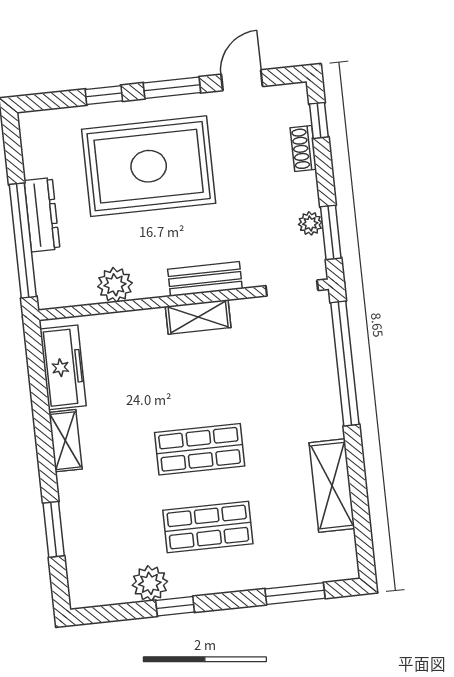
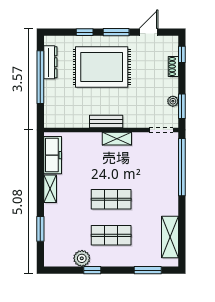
dresser: (42, 215) -> (50, 62), moved
window: (23, 240) -> (40, 77), moved
bench: (205, 279) -> (106, 121), moved
plant: (115, 285) -> (80, 120), removed
shelving: (332, 486) -> (170, 237), moved

